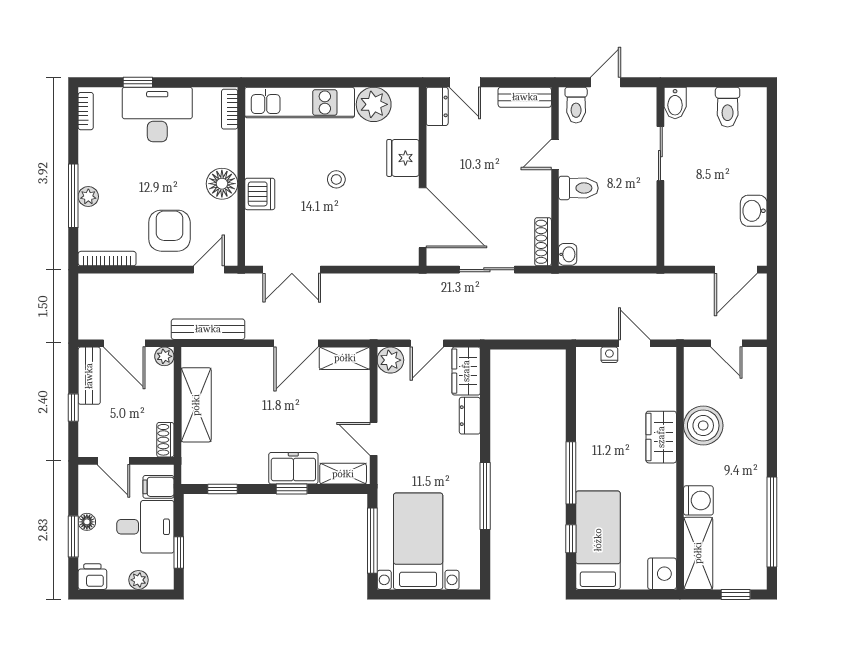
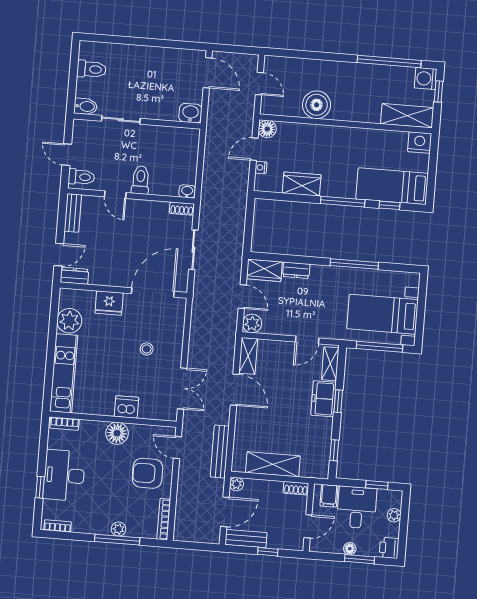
stool: (336, 179) -> (147, 349), moved
washbasin: (754, 211) -> (190, 113), moved, turned 180
shoe rack: (543, 242) -> (182, 209), width x0.70
door: (726, 343) -> (259, 84), hinge flipped
floor lamp: (664, 359) -> (267, 129), added
wardrobe: (661, 437) -> (302, 184), moved, turned 180
washing machine: (698, 500) -> (426, 78), moved, turned -90

